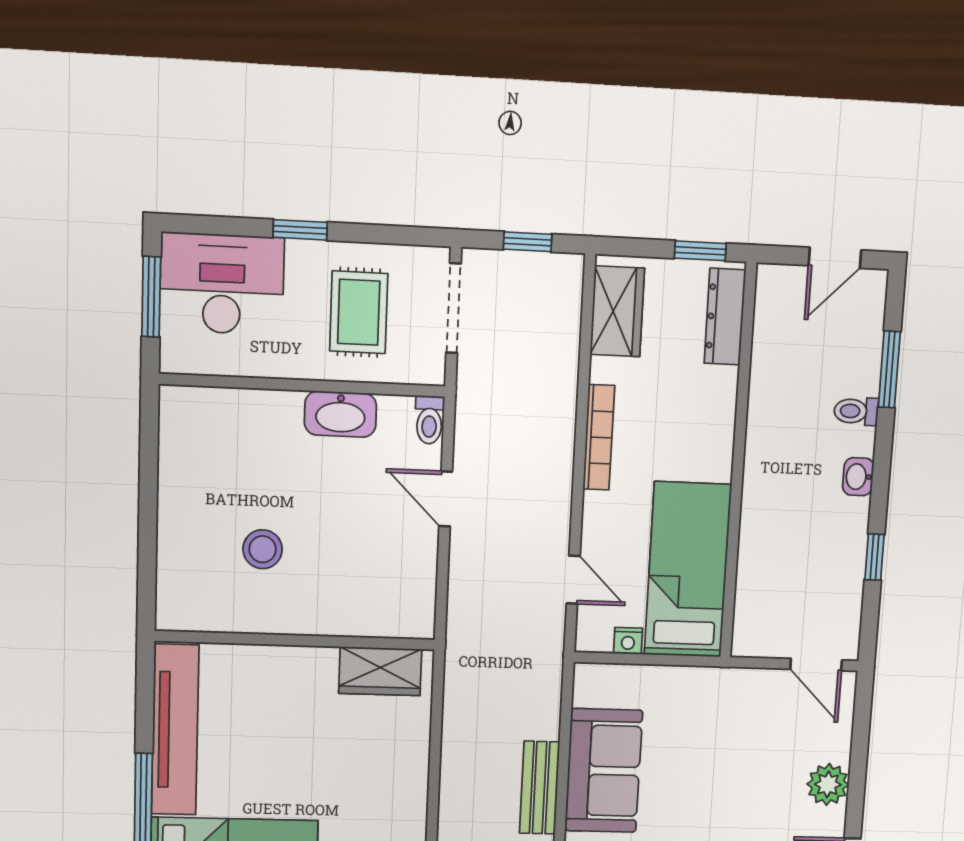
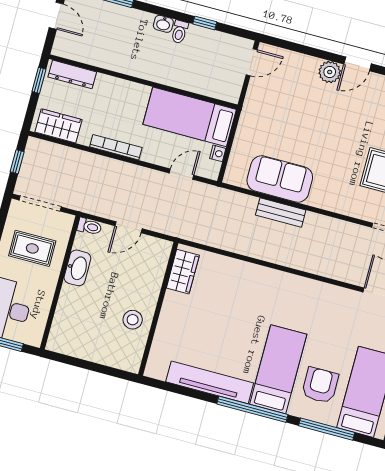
toilet: (856, 411) -> (180, 32), moved
wall: (295, 640) -> (158, 309), moved
wardrobe: (380, 671) -> (183, 272), moved
plant: (828, 784) -> (330, 72), moved

